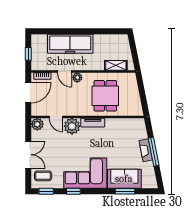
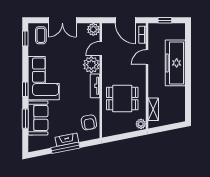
plant: (77, 78) -> (141, 124), moved
armchair: (129, 129) -> (89, 122), added
window: (73, 191) -> (25, 89), moved

